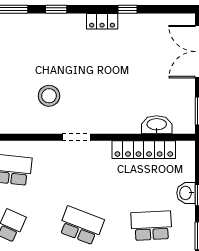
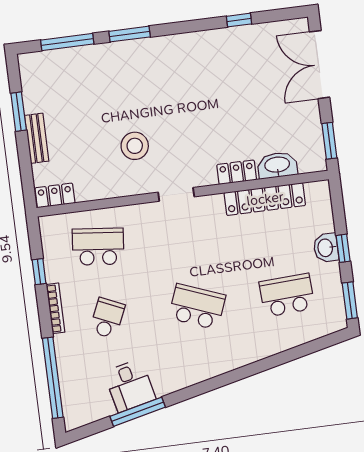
window: (56, 9) -> (130, 34), width x1.50
window: (128, 9) -> (239, 20), moved
locker: (102, 21) -> (237, 172), moved, turned 180

